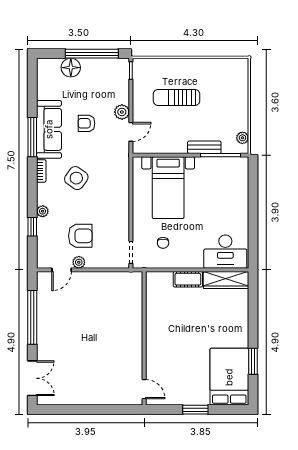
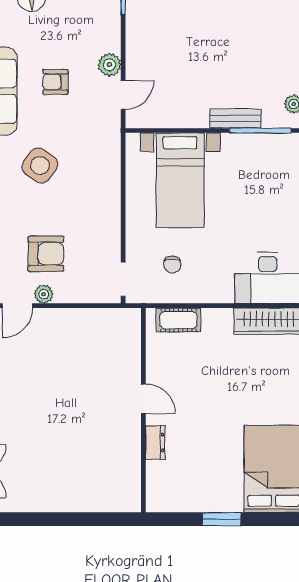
sun lounger: (176, 97) -> (193, 42), removed
cot: (188, 279) -> (178, 320), moved
dresser: (152, 359) -> (155, 443), added
door: (144, 389) -> (143, 399), moved

